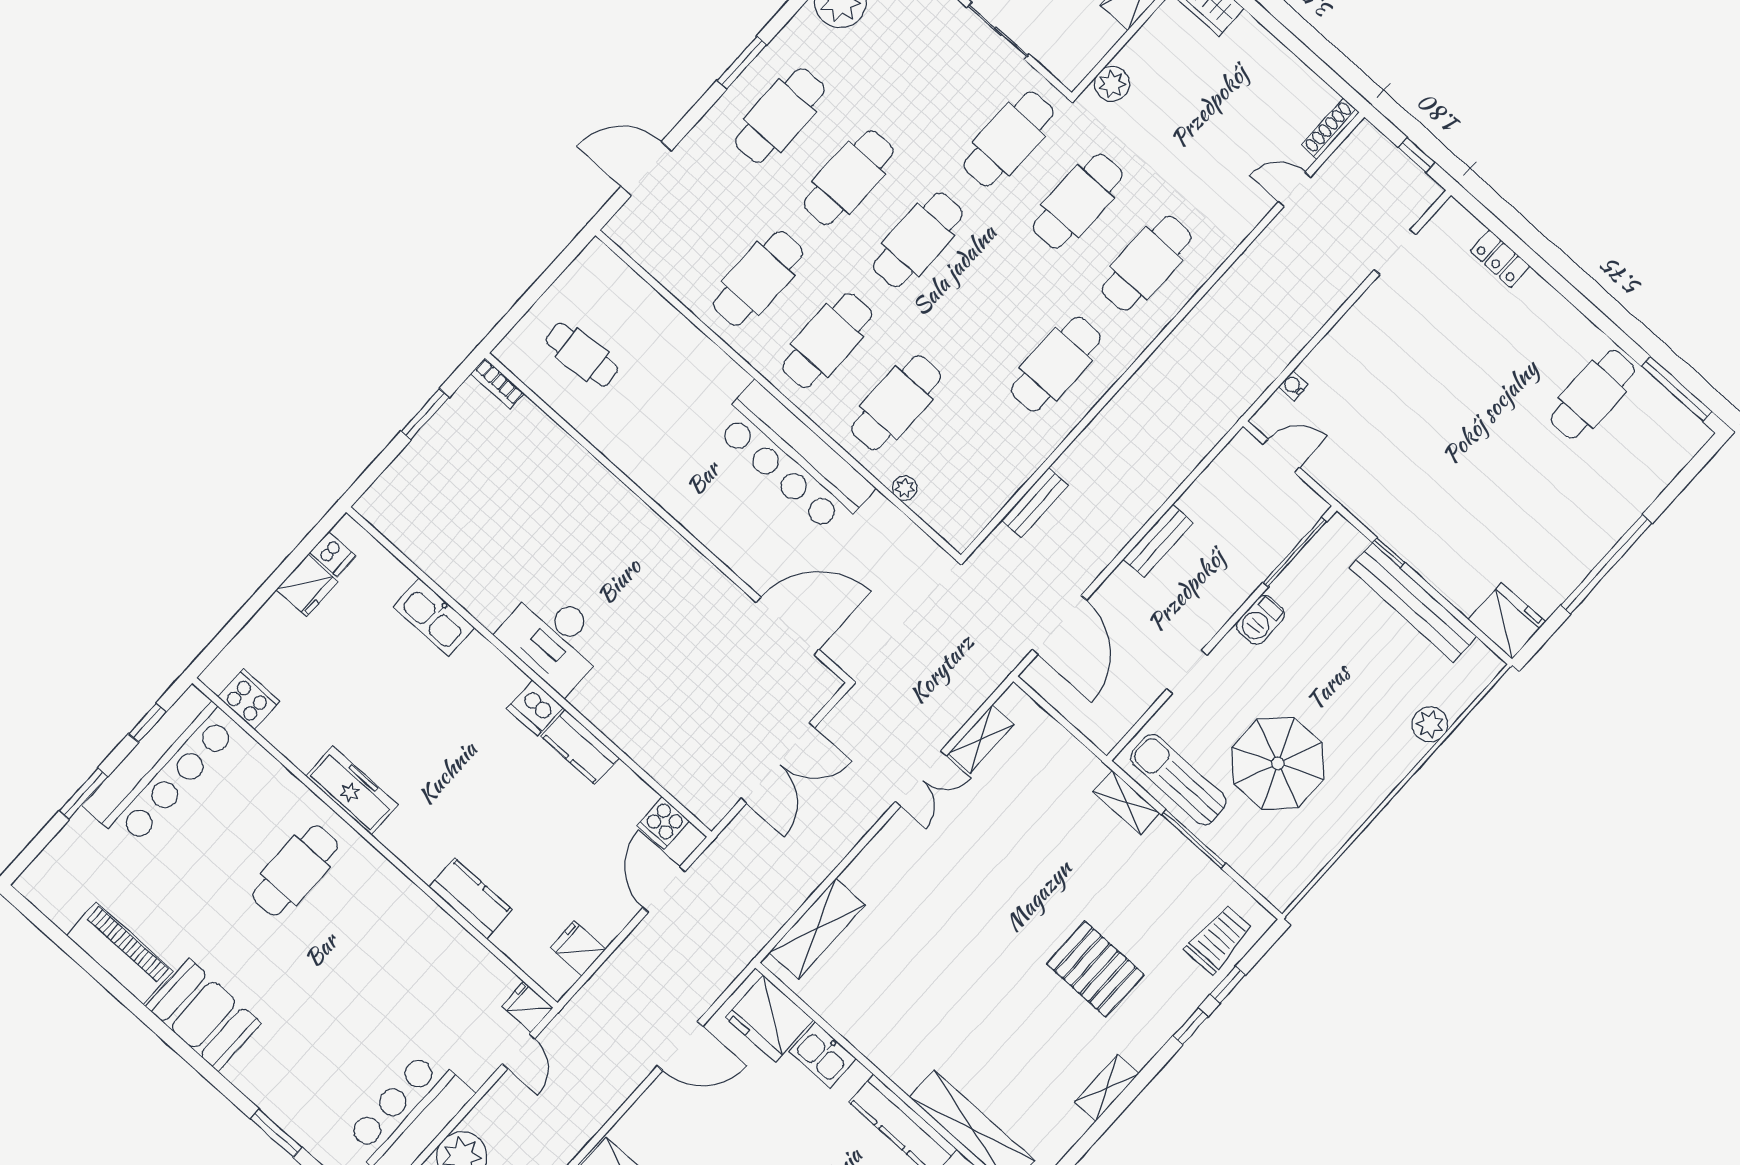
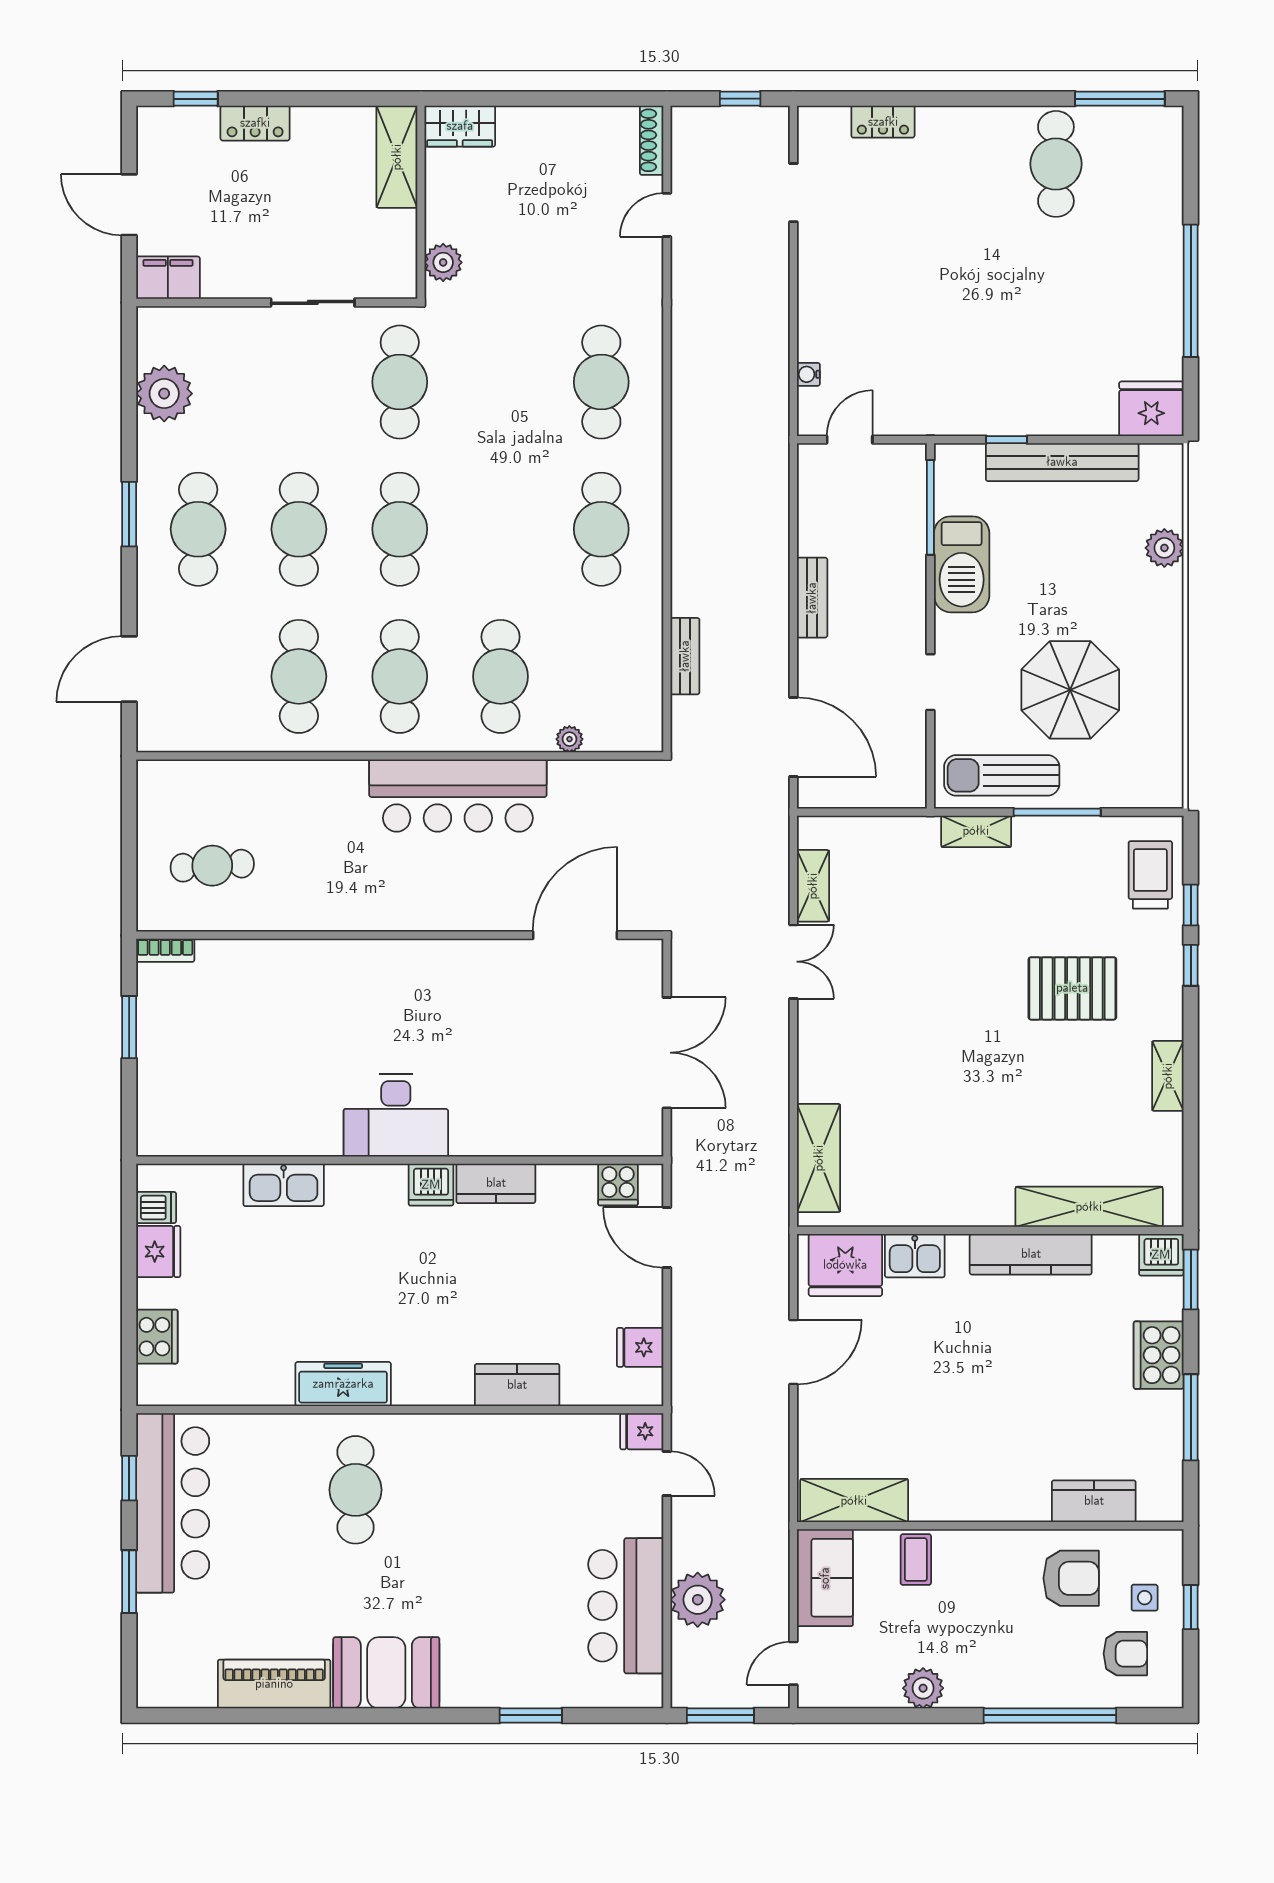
cafe table: (1078, 201) -> (501, 382), removed
barbecue: (1261, 620) -> (962, 564), width x1.88, depth x1.53
cooker: (249, 699) -> (157, 1337), moved, turned 90

